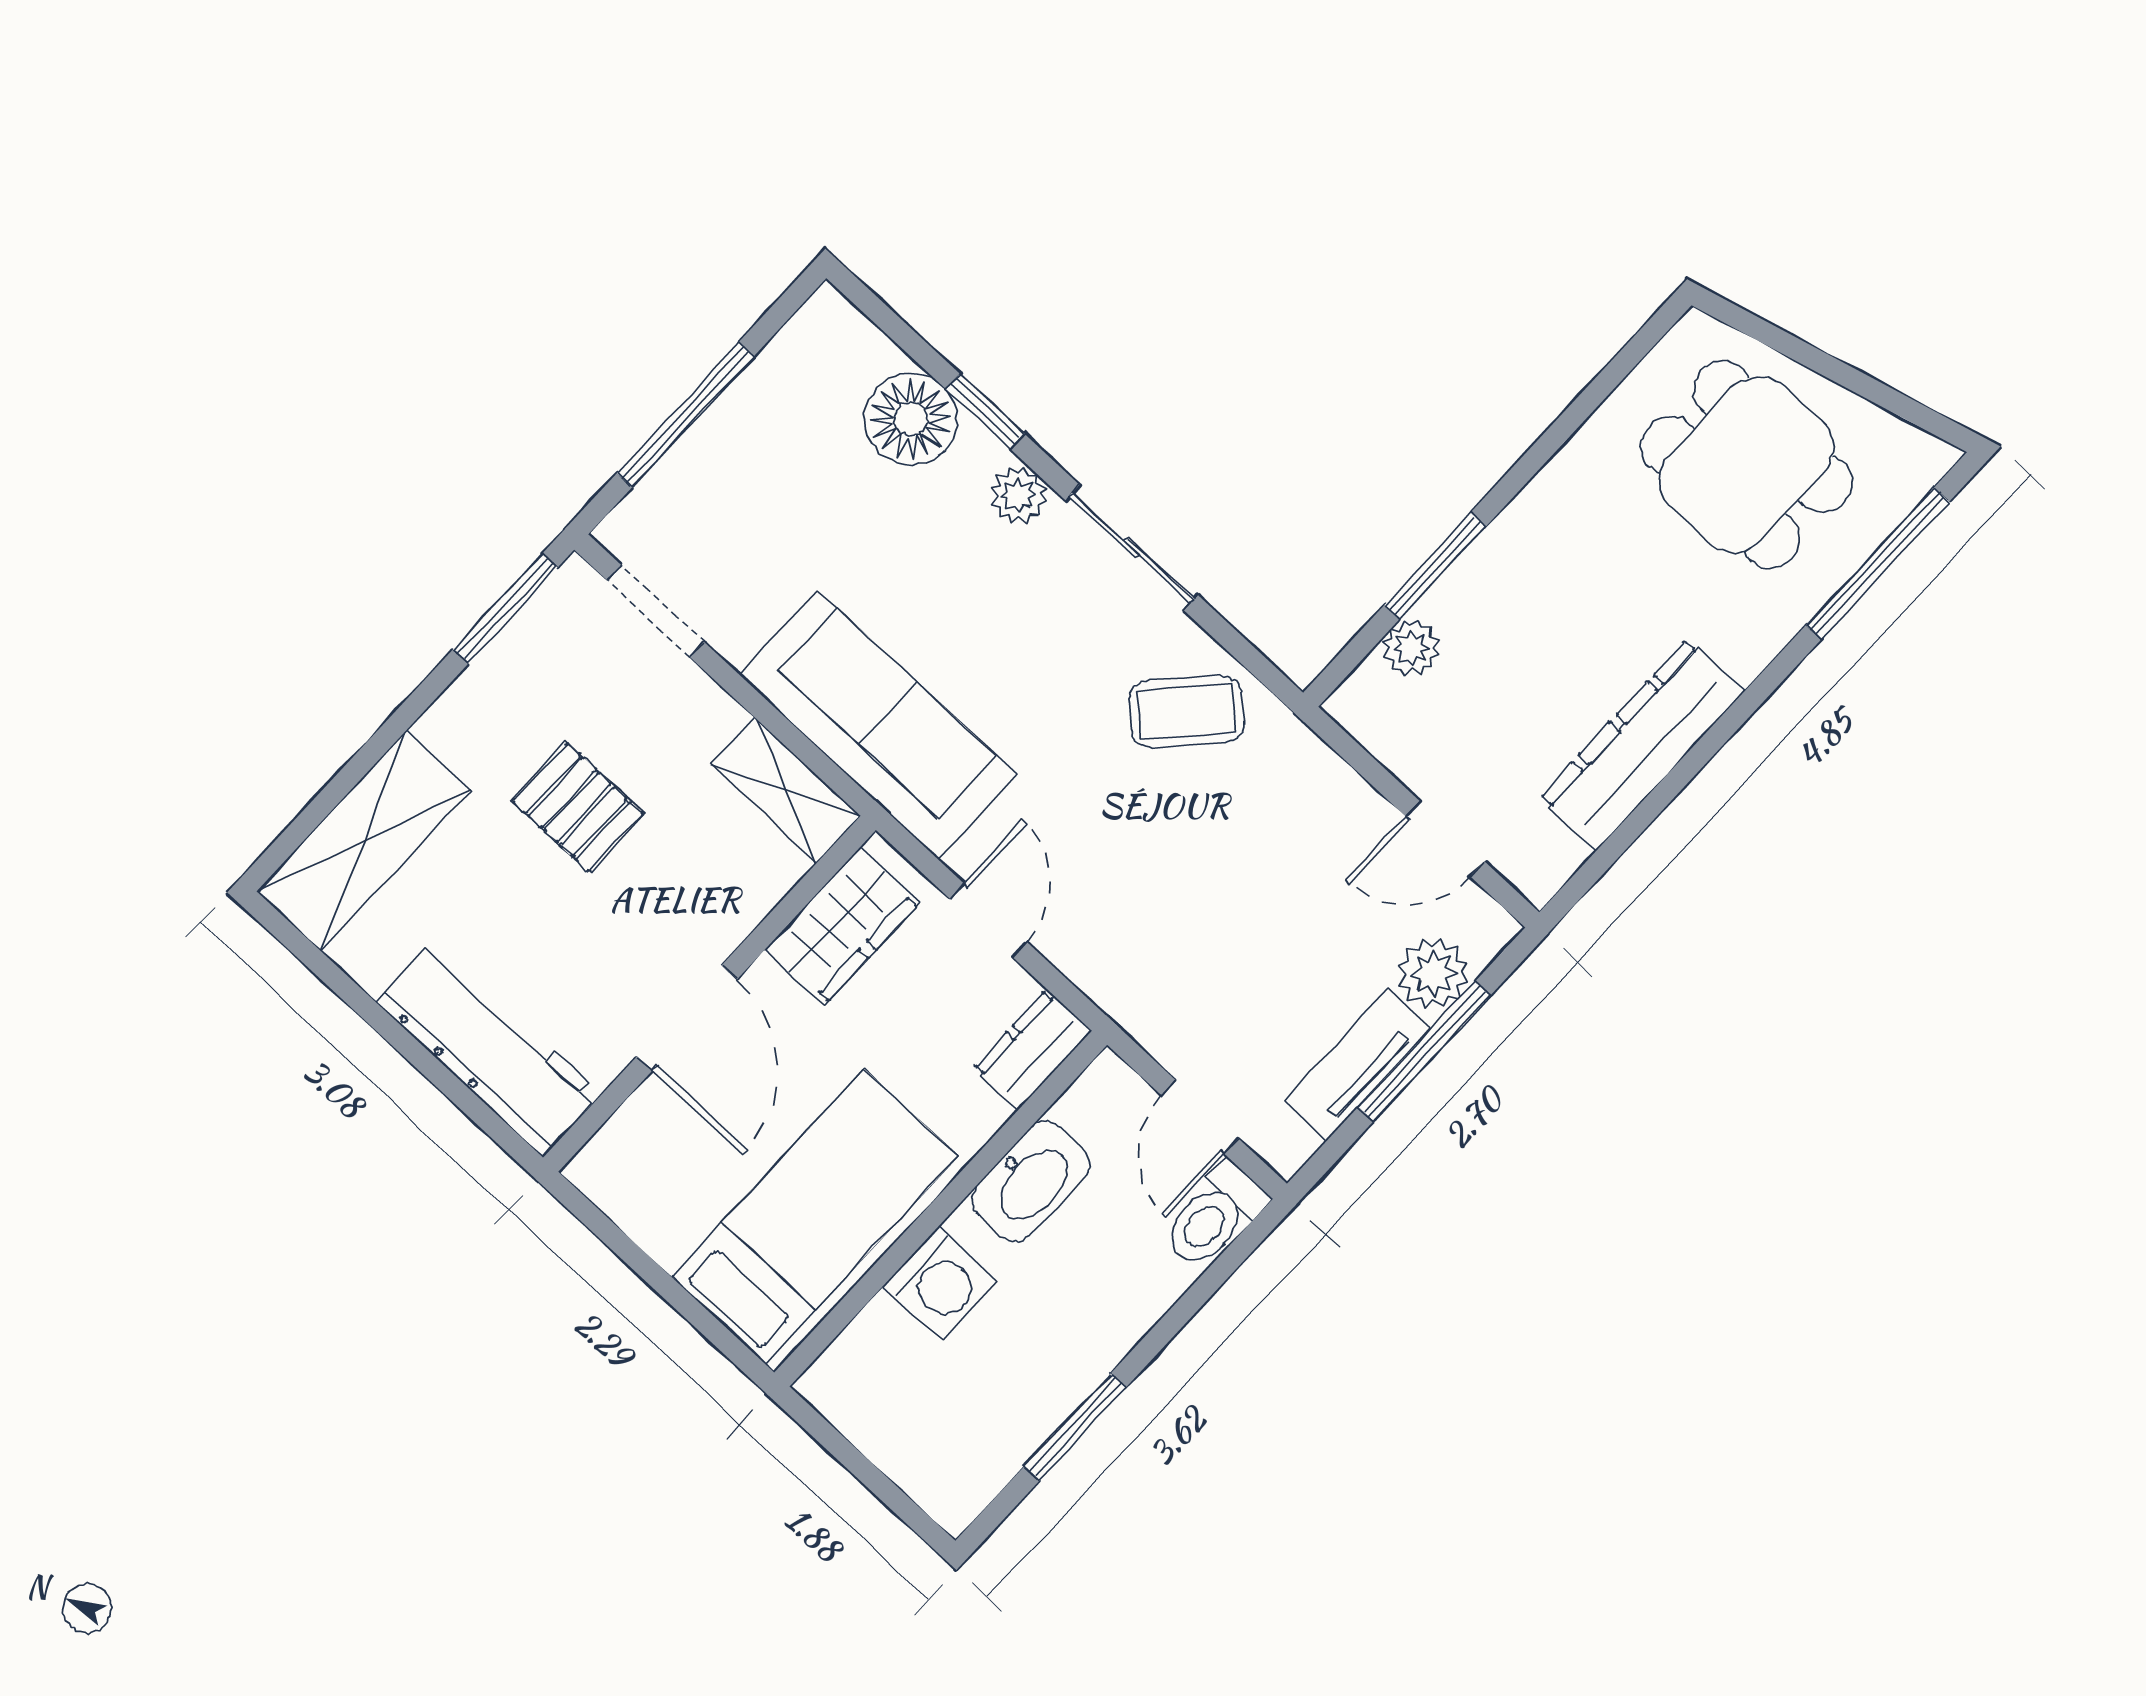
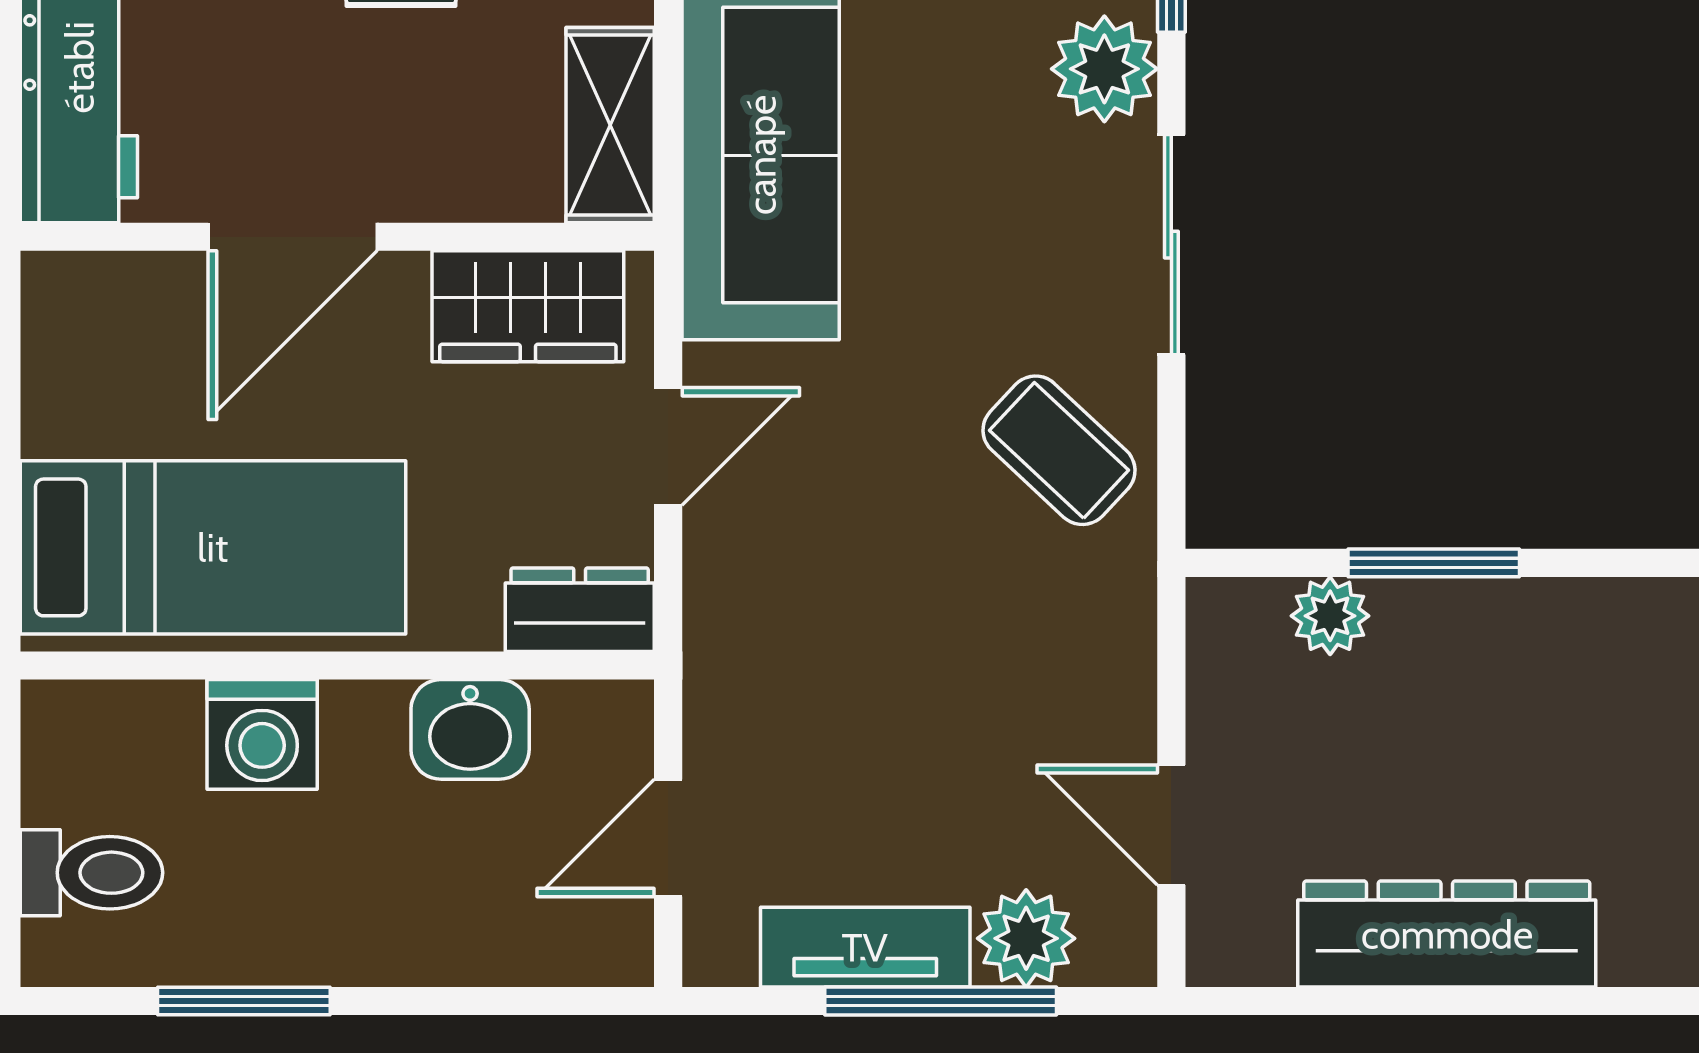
plant: (1018, 495) -> (1104, 69), width x1.38, depth x1.38
washbasin: (1030, 1181) -> (470, 729), width x0.72
toilet: (1214, 1216) -> (91, 873), moved, turned 180

